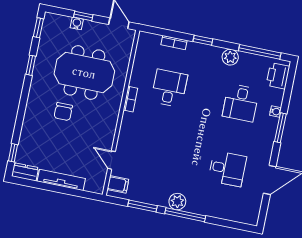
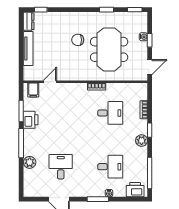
plant: (230, 57) -> (142, 141), moved
desk: (241, 103) -> (110, 167), turned 180
desk: (227, 169) -> (61, 167), turned 180
printer: (157, 196) -> (31, 120), added
plant: (177, 202) -> (30, 162), moved

